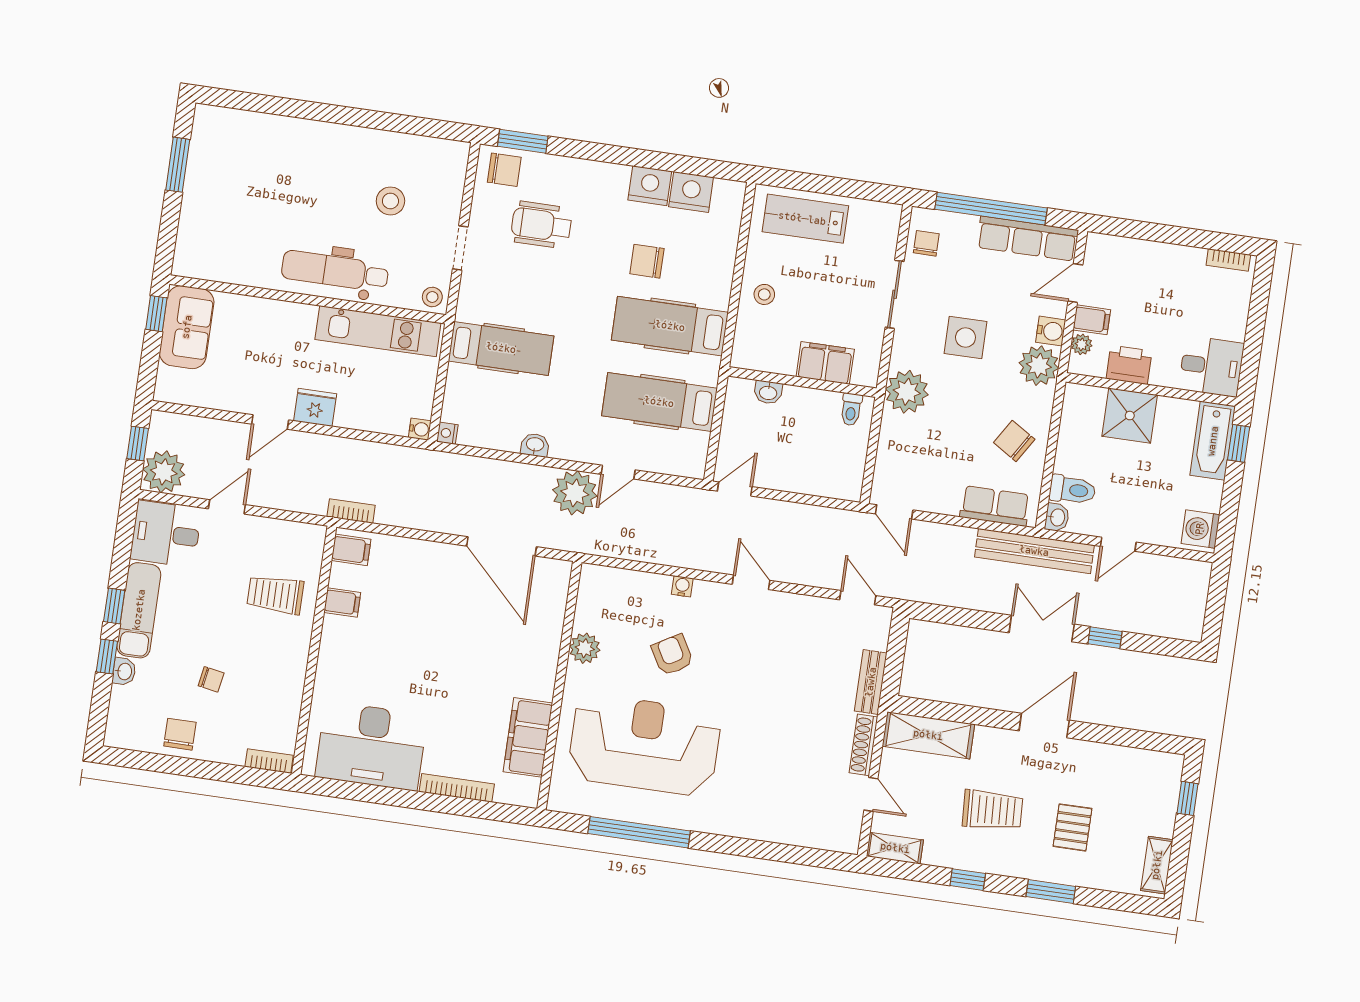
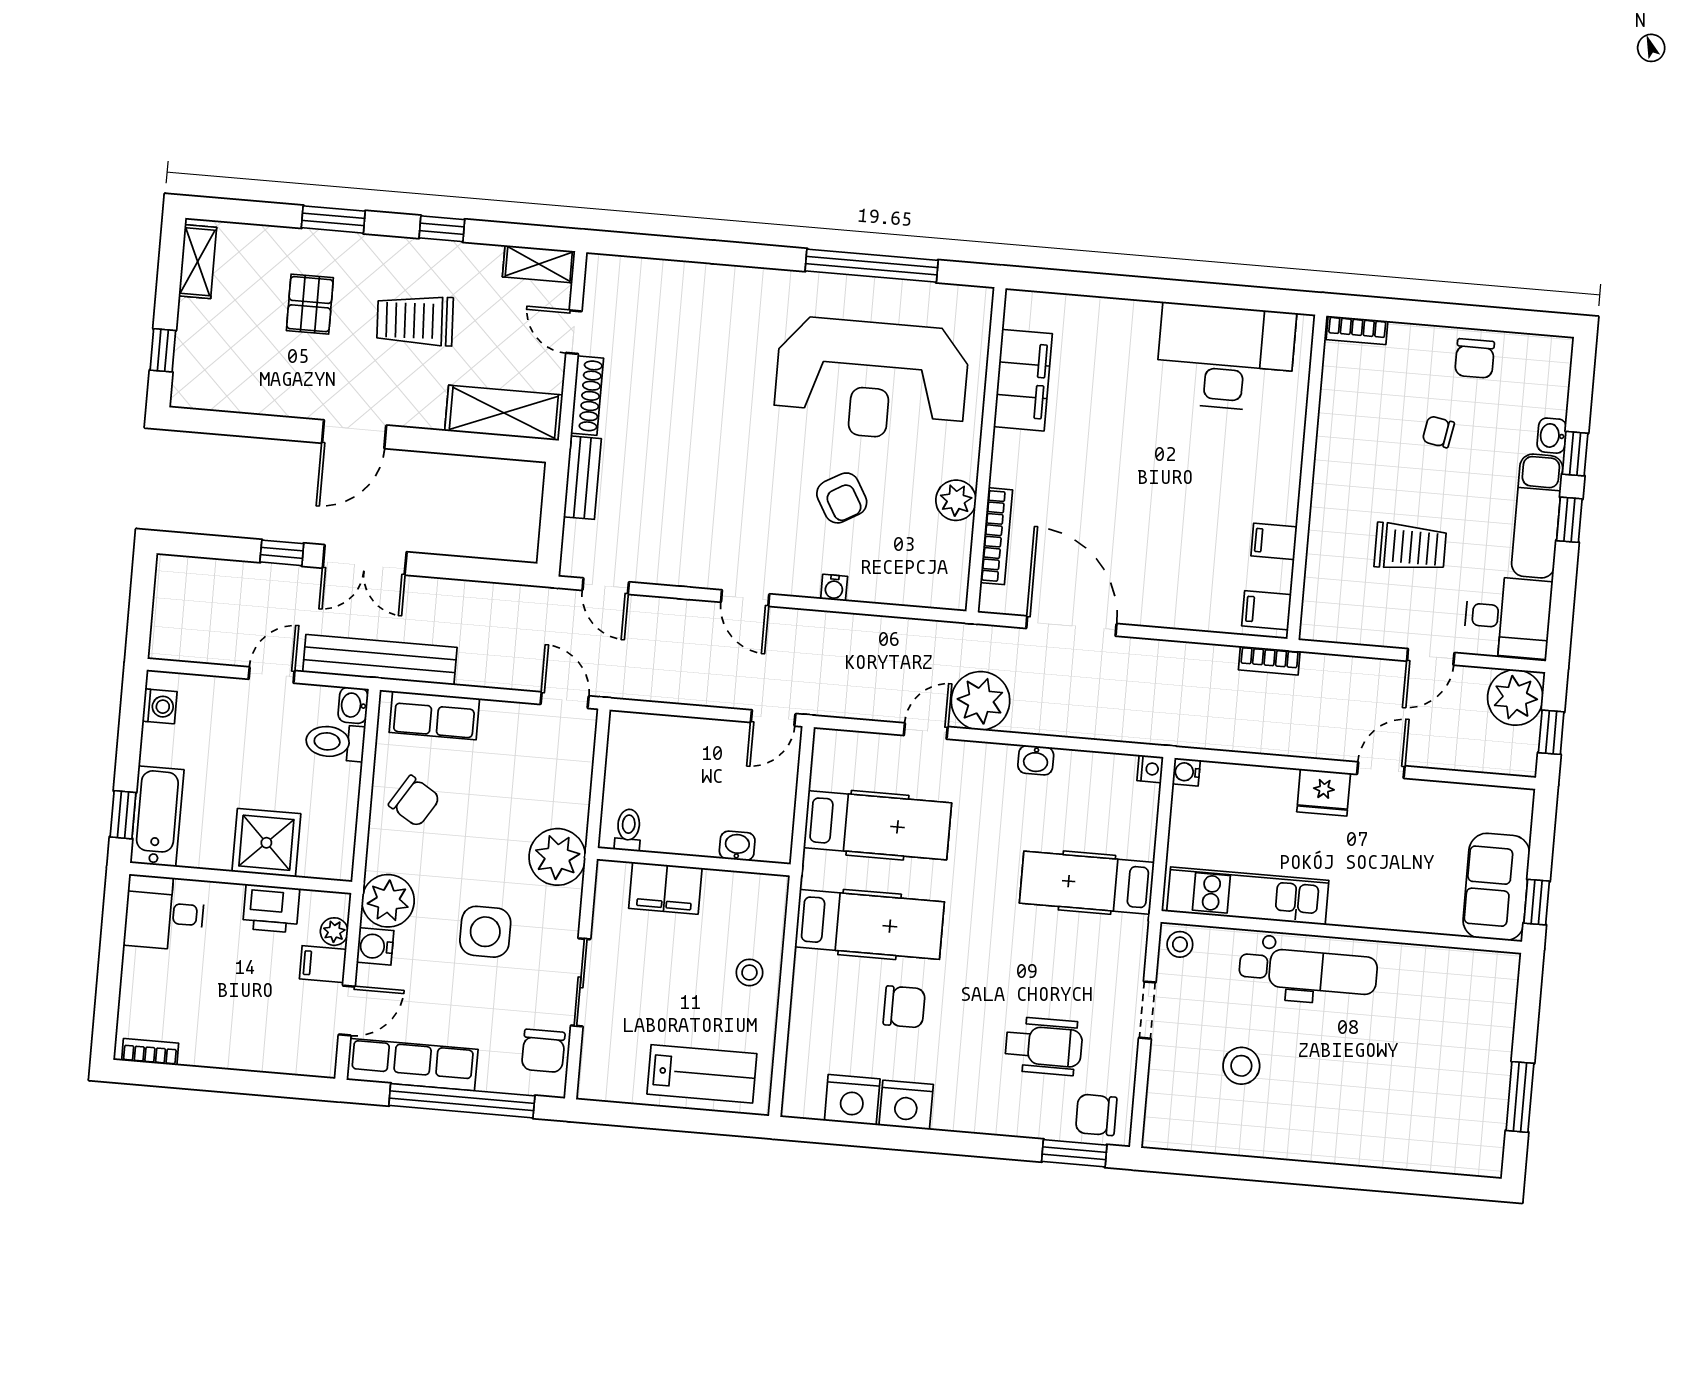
chair: (926, 243) -> (543, 1051), width x1.37, depth x1.37
washing machine: (1200, 529) -> (160, 706), width x0.73, depth x0.73
trolley: (275, 595) -> (1410, 547), moved
bookcase: (457, 788) -> (996, 536), moved, turned -90

